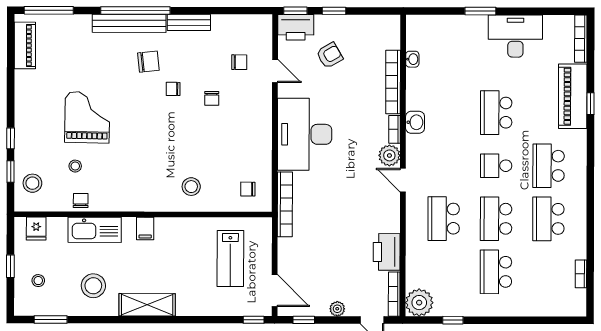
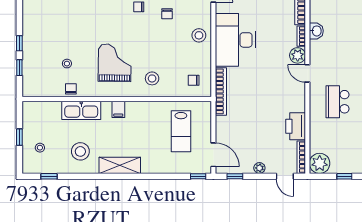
grand piano: (87, 117) -> (115, 63), moved
stool: (32, 183) -> (199, 35), moved
fridge: (36, 229) -> (38, 109), removed
window: (51, 319) -> (49, 176), width x0.67

